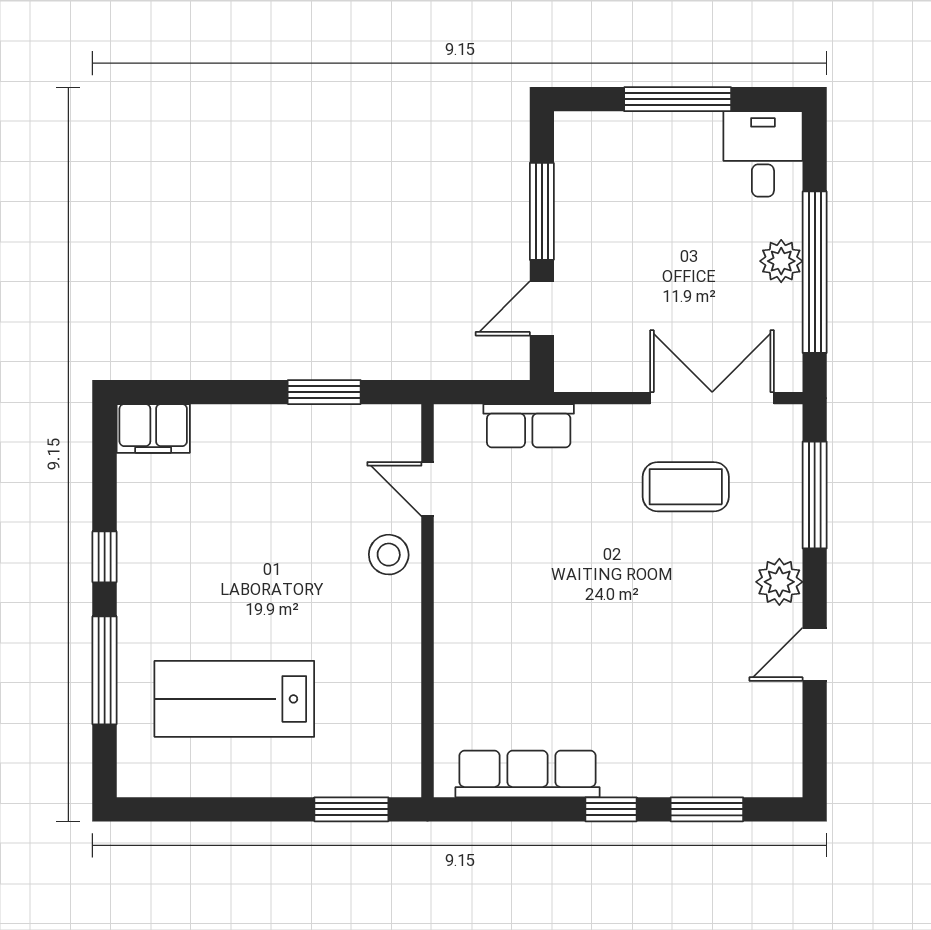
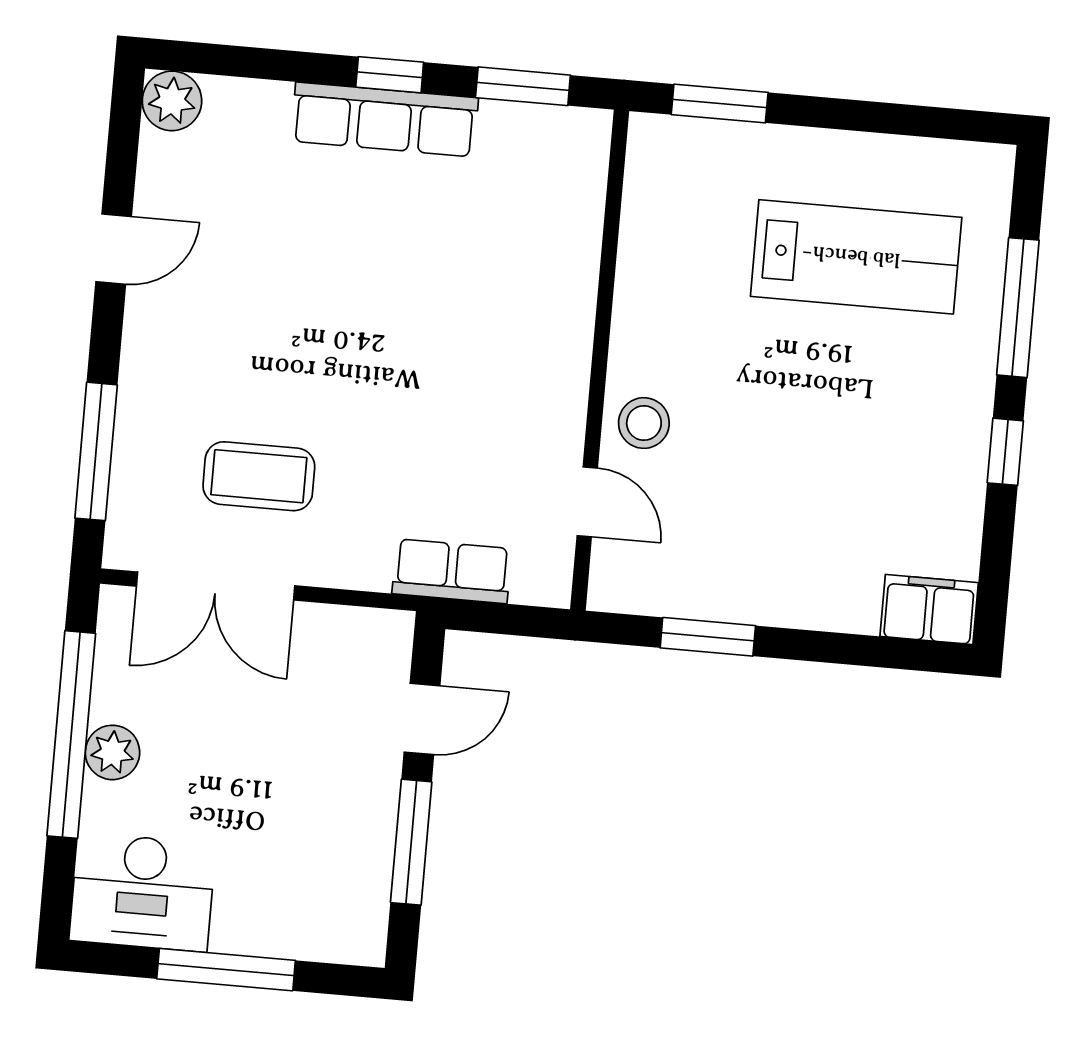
desk: (763, 154) -> (143, 892), width x1.37
plant: (779, 582) -> (172, 101), moved
row of seats: (528, 774) -> (385, 119), moved
window: (707, 809) -> (523, 86), moved

